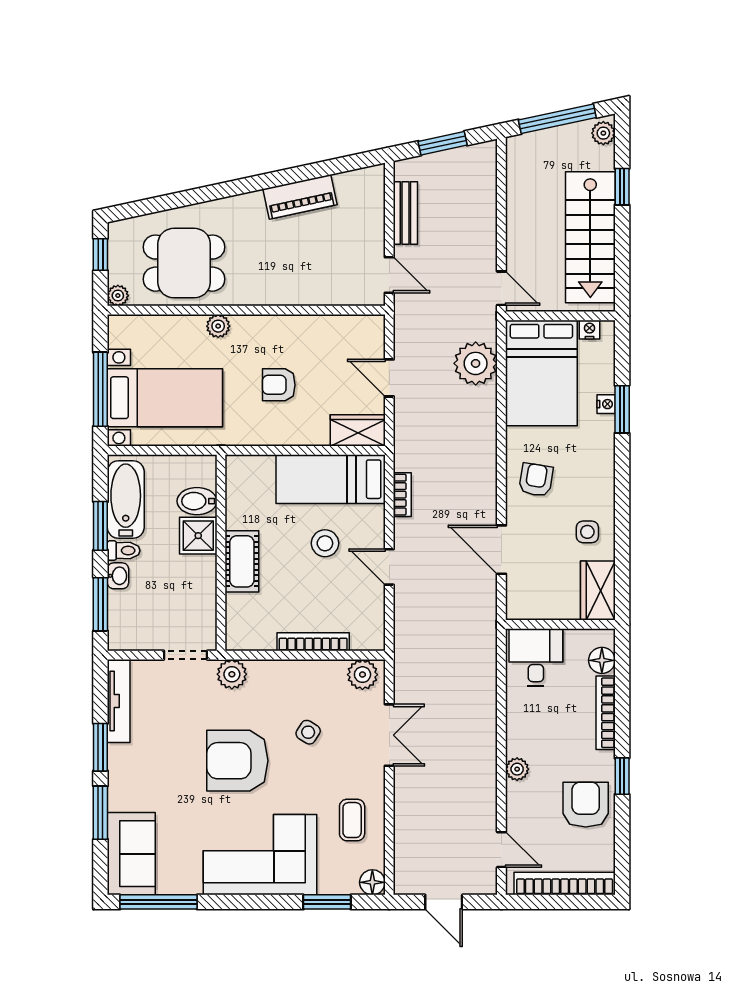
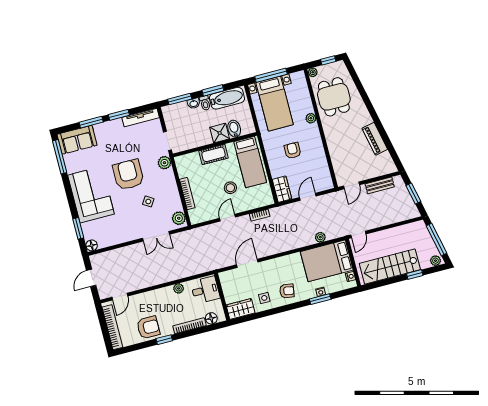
plant: (476, 363) -> (320, 237), width x0.53, depth x0.53
bed: (331, 479) -> (250, 162), moved, turned 180
armchair: (536, 480) -> (287, 291), moved
plant: (517, 769) -> (179, 288), moved
coffee table: (352, 820) -> (116, 230), removed

